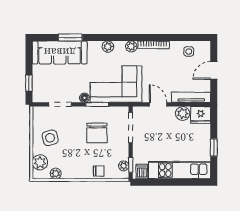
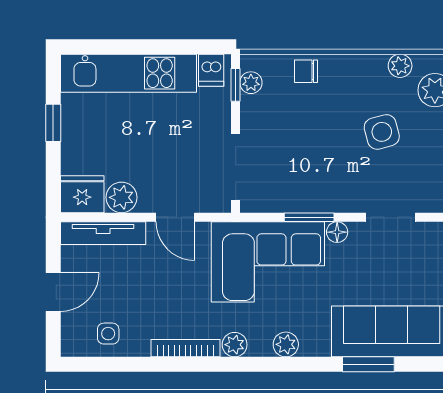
chair: (97, 133) -> (310, 155), removed
side table: (50, 138) -> (382, 132), moved

